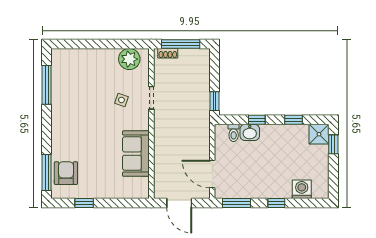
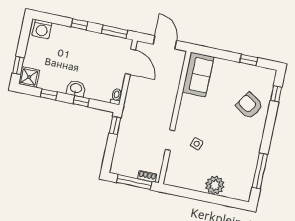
plant: (129, 59) -> (215, 185), moved
washbasin: (250, 132) -> (76, 89), moved
toilet: (234, 133) -> (116, 97), moved
sofa: (136, 154) -> (198, 74), moved
window: (47, 173) -> (276, 94), width x0.46
armchair: (66, 173) -> (249, 106), moved, turned 123
washing machine: (302, 189) -> (42, 29), moved

